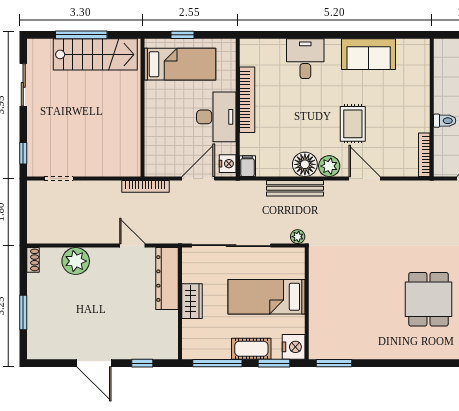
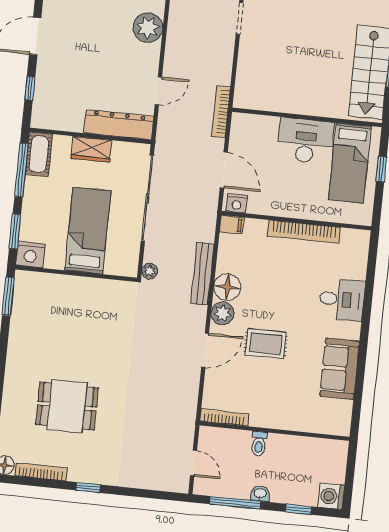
desk: (216, 117) -> (306, 141), moved, turned 180
cot: (251, 349) -> (39, 154), moved

